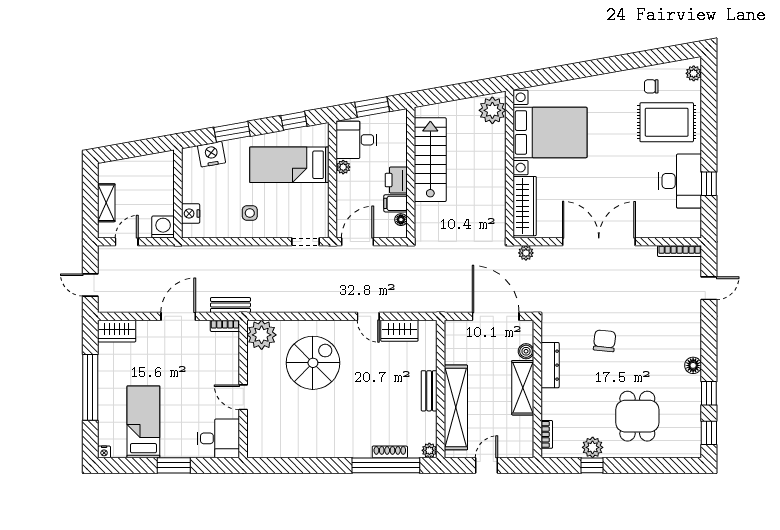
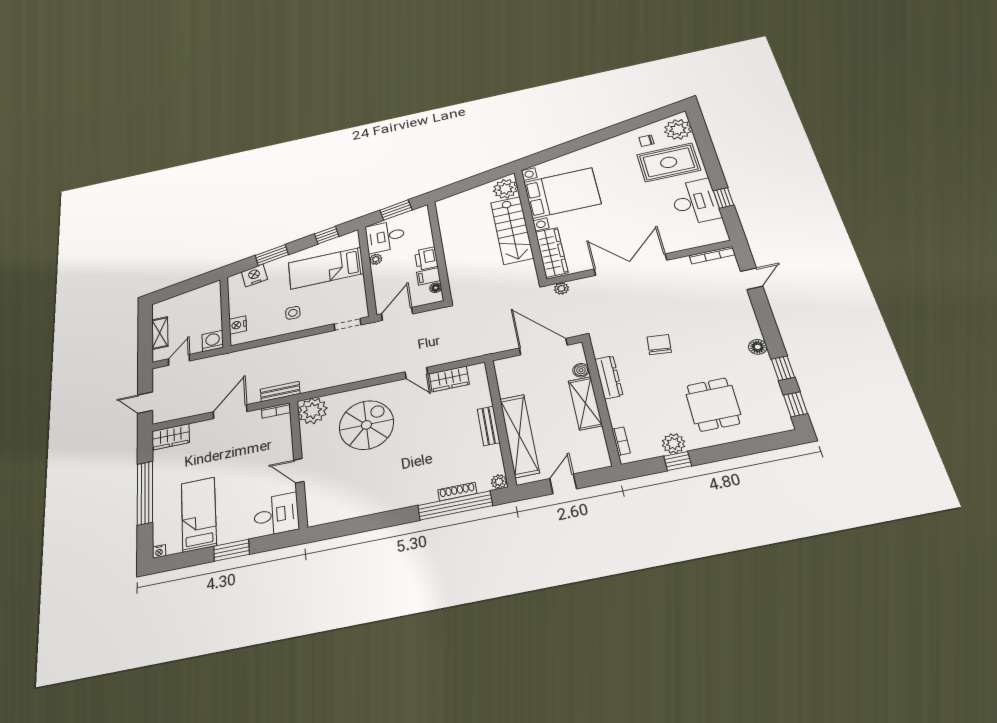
plant: (694, 73) -> (678, 129), width x1.87, depth x1.87
stairs: (430, 160) -> (512, 230), moved, turned 180

